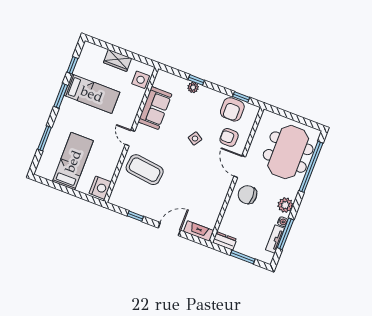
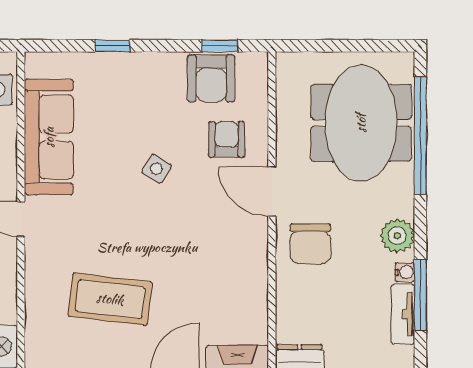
plant: (193, 87) -> (112, 64), removed
sofa: (155, 108) -> (49, 137), width x1.36
armchair: (229, 137) -> (227, 139), turned 90
coffee table: (145, 170) -> (110, 299), moved
chair: (247, 195) -> (310, 244), turned -90

